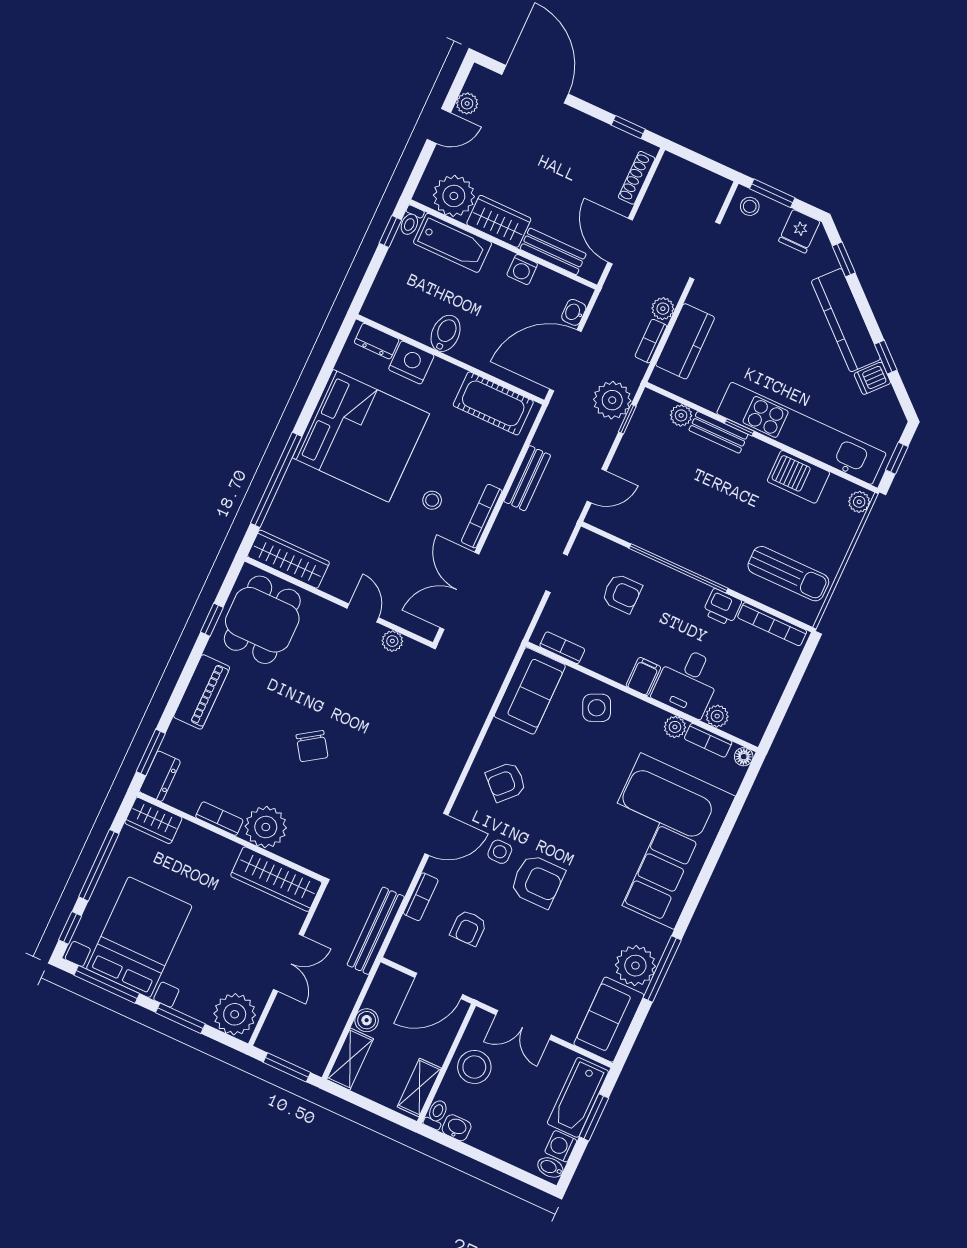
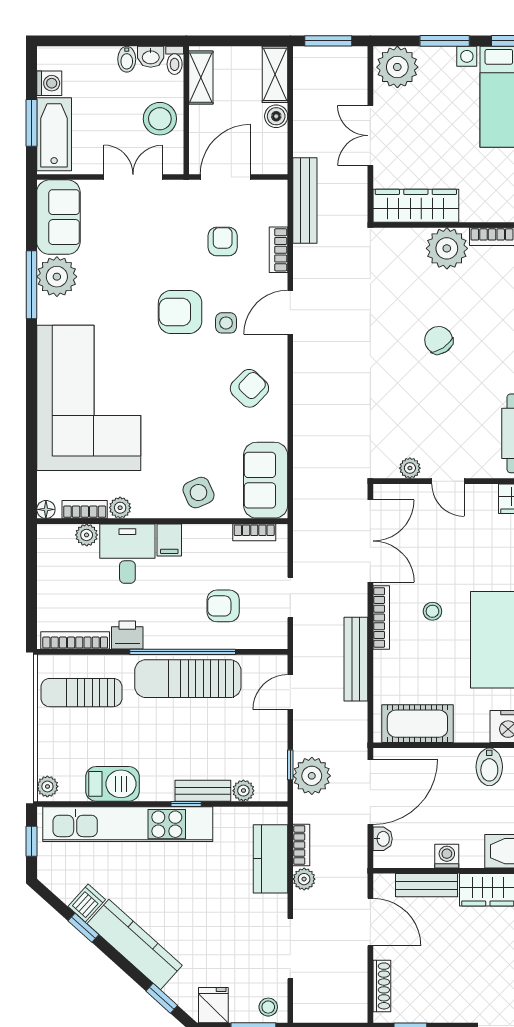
bench: (527, 478) -> (356, 659), width x1.36
sun lounger: (685, 542) -> (188, 679), added
bidet: (550, 1167) -> (127, 59), moved, turned 90

